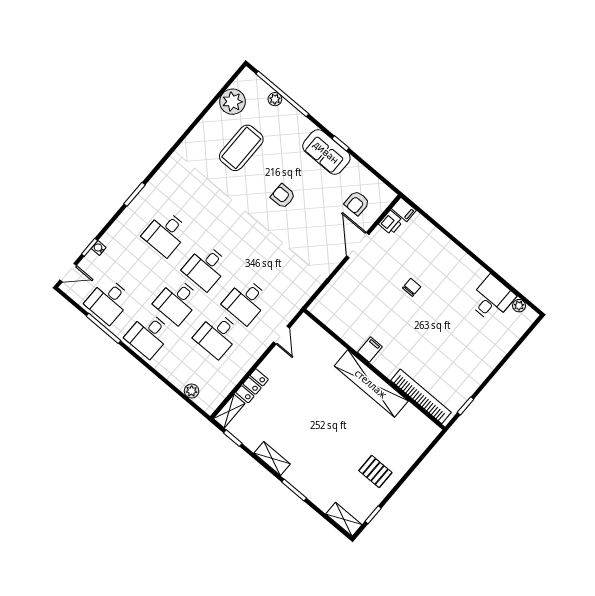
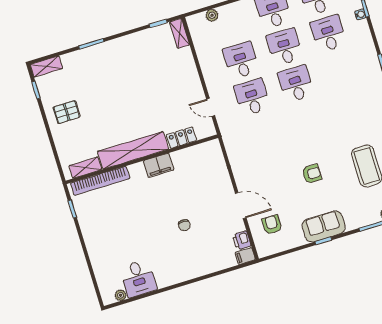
desk: (166, 233) -> (328, 34), moved
filing cabinet: (370, 350) -> (159, 165), width x2.00
locker: (252, 386) -> (181, 138), moved, turned 90
shelving: (272, 458) -> (85, 168), moved

